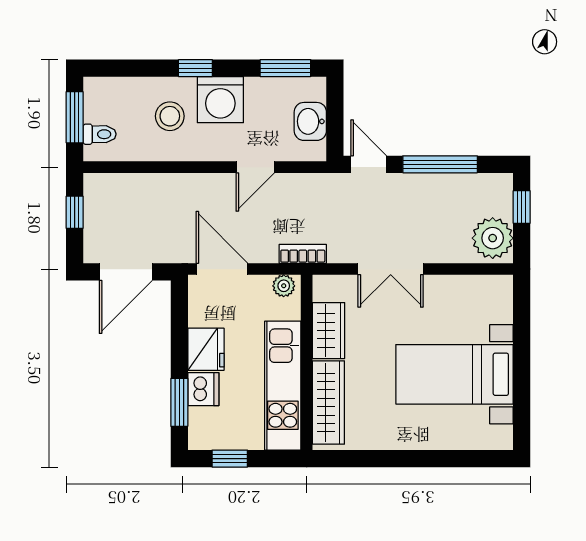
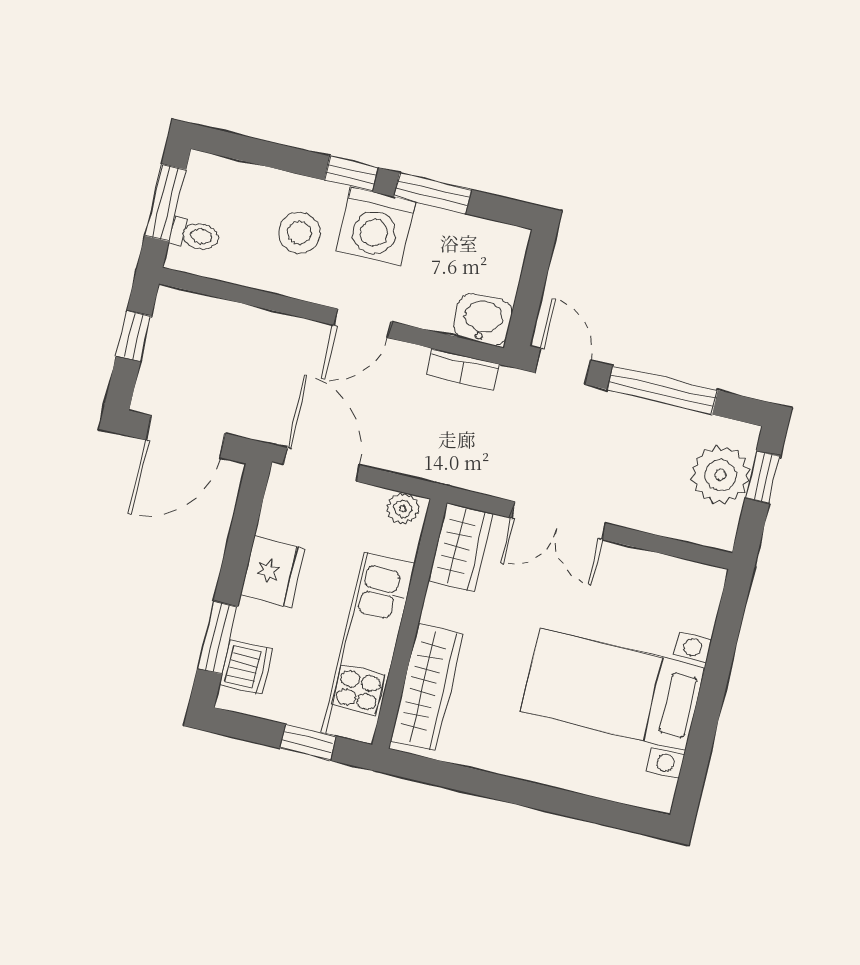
window: (285, 68) -> (433, 193), moved
washbasin: (310, 121) -> (483, 319), moved, turned 90
door: (255, 167) -> (363, 323), moved
plant: (493, 238) -> (720, 475), moved
bookcase: (303, 254) -> (463, 369), moved, turned 180
wardrobe: (328, 331) -> (460, 547), moved
dishwasher: (203, 389) -> (246, 667), moved
window: (230, 459) -> (308, 742), moved

